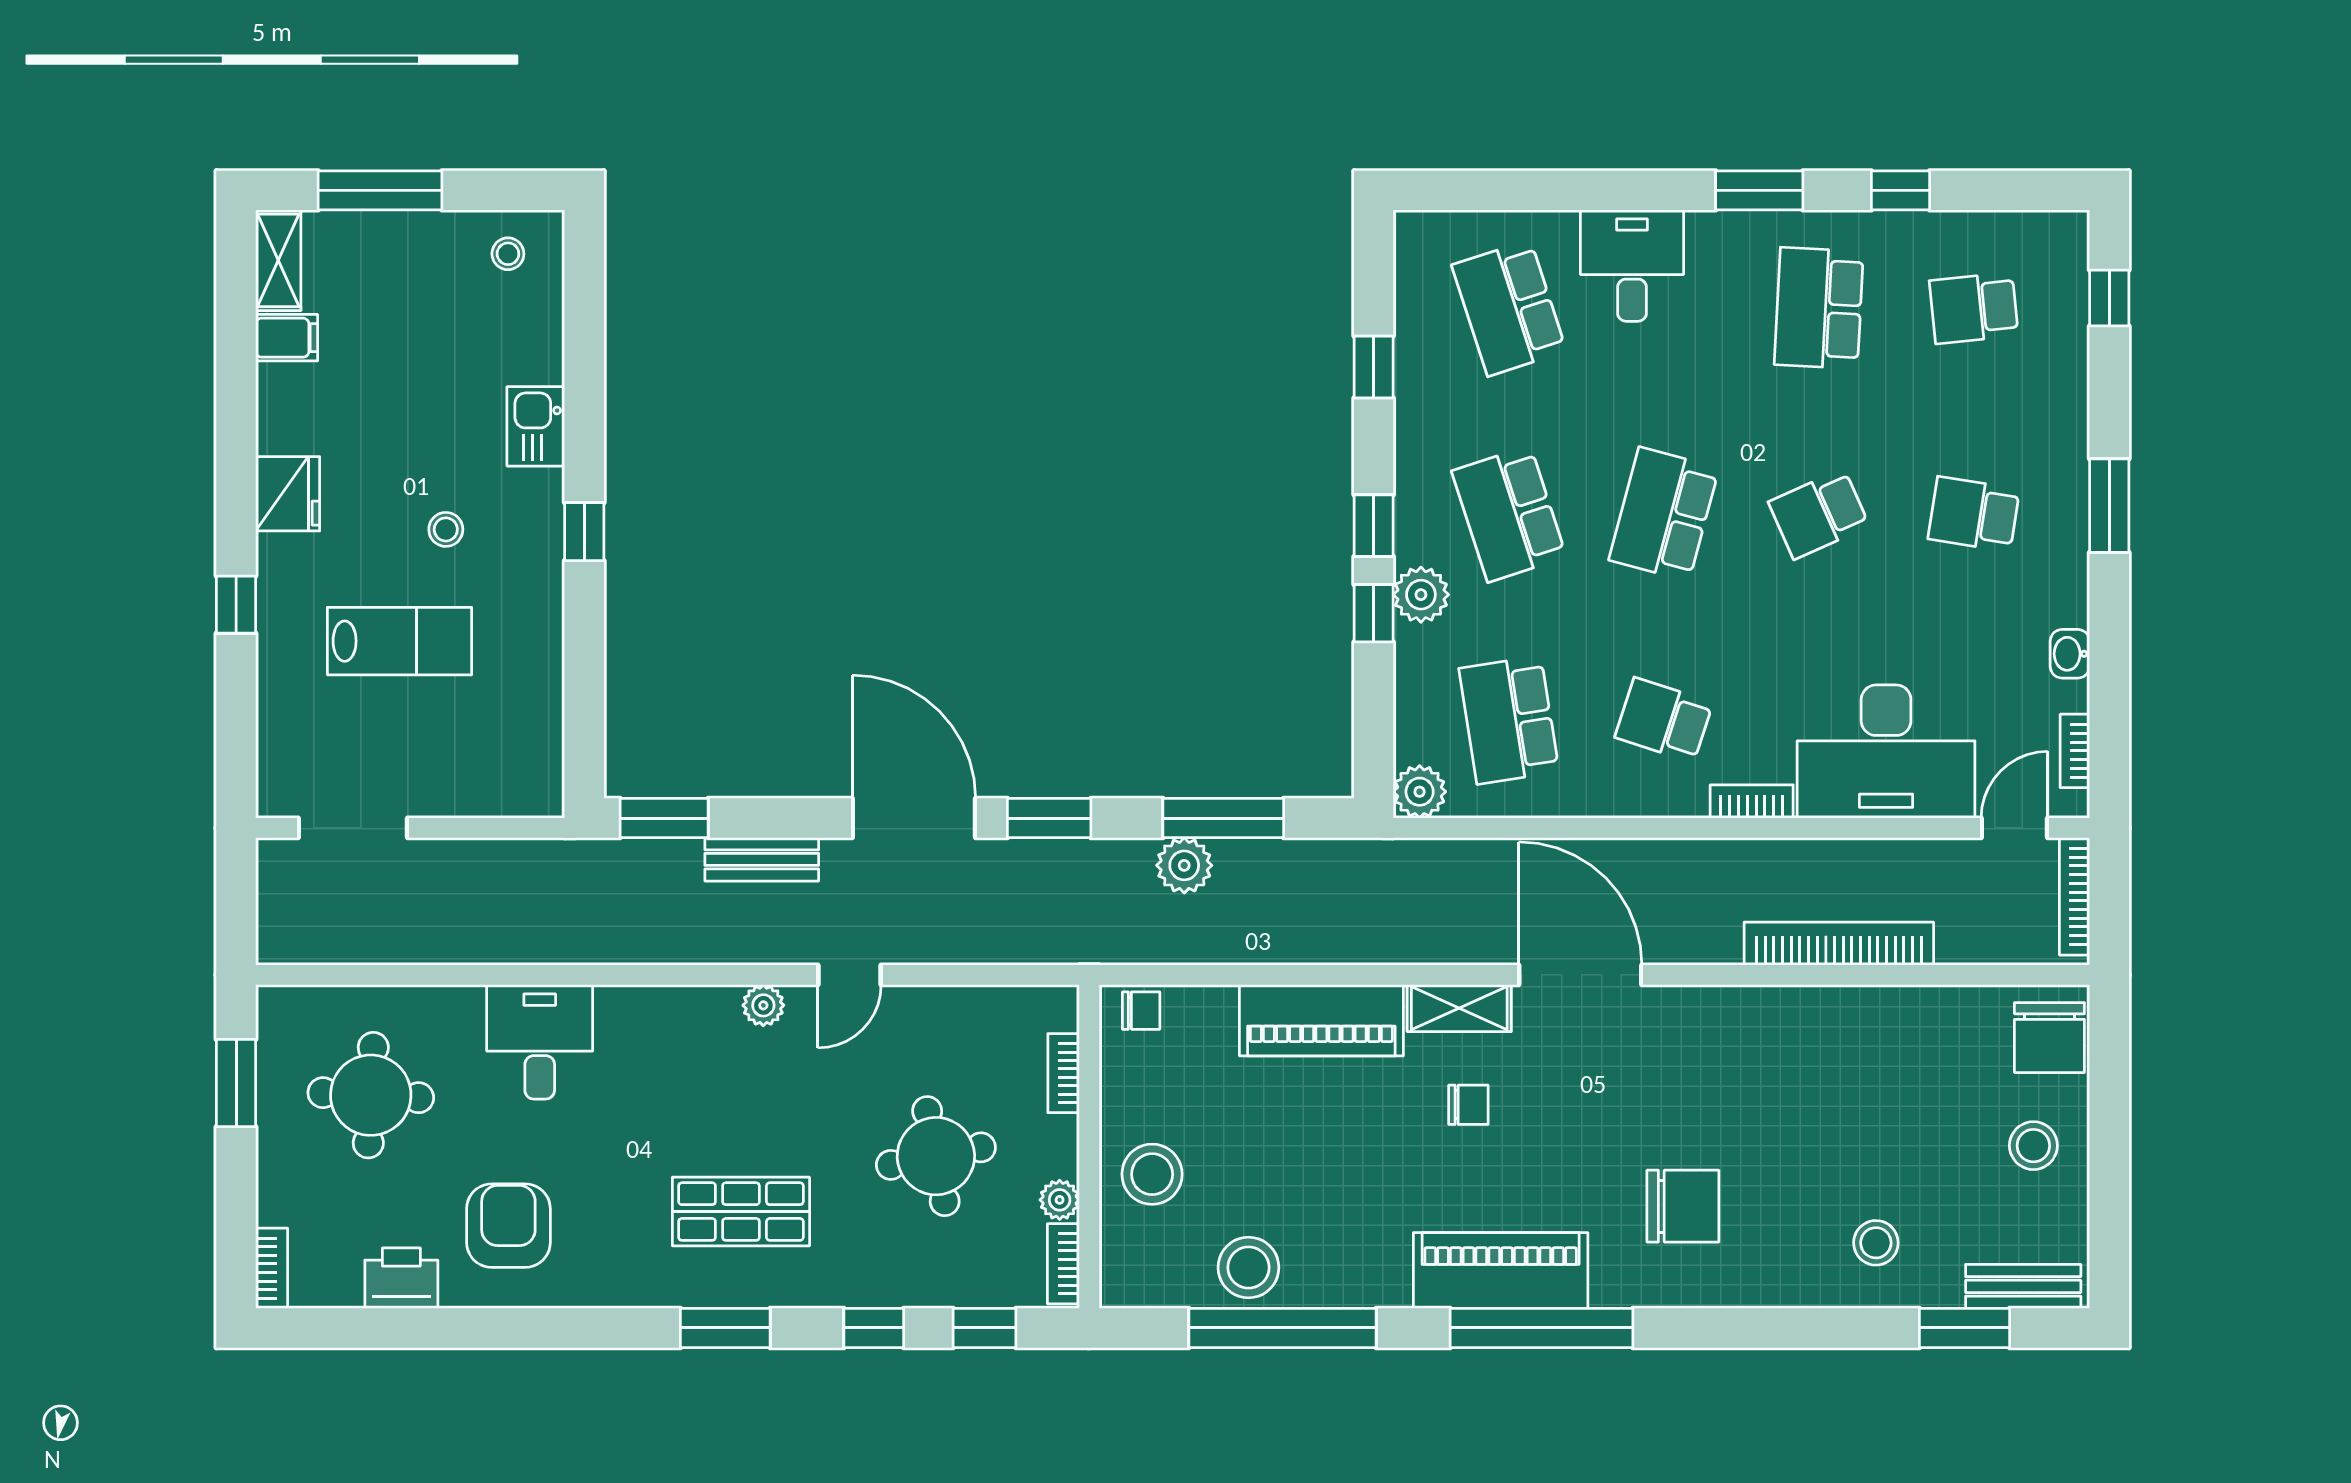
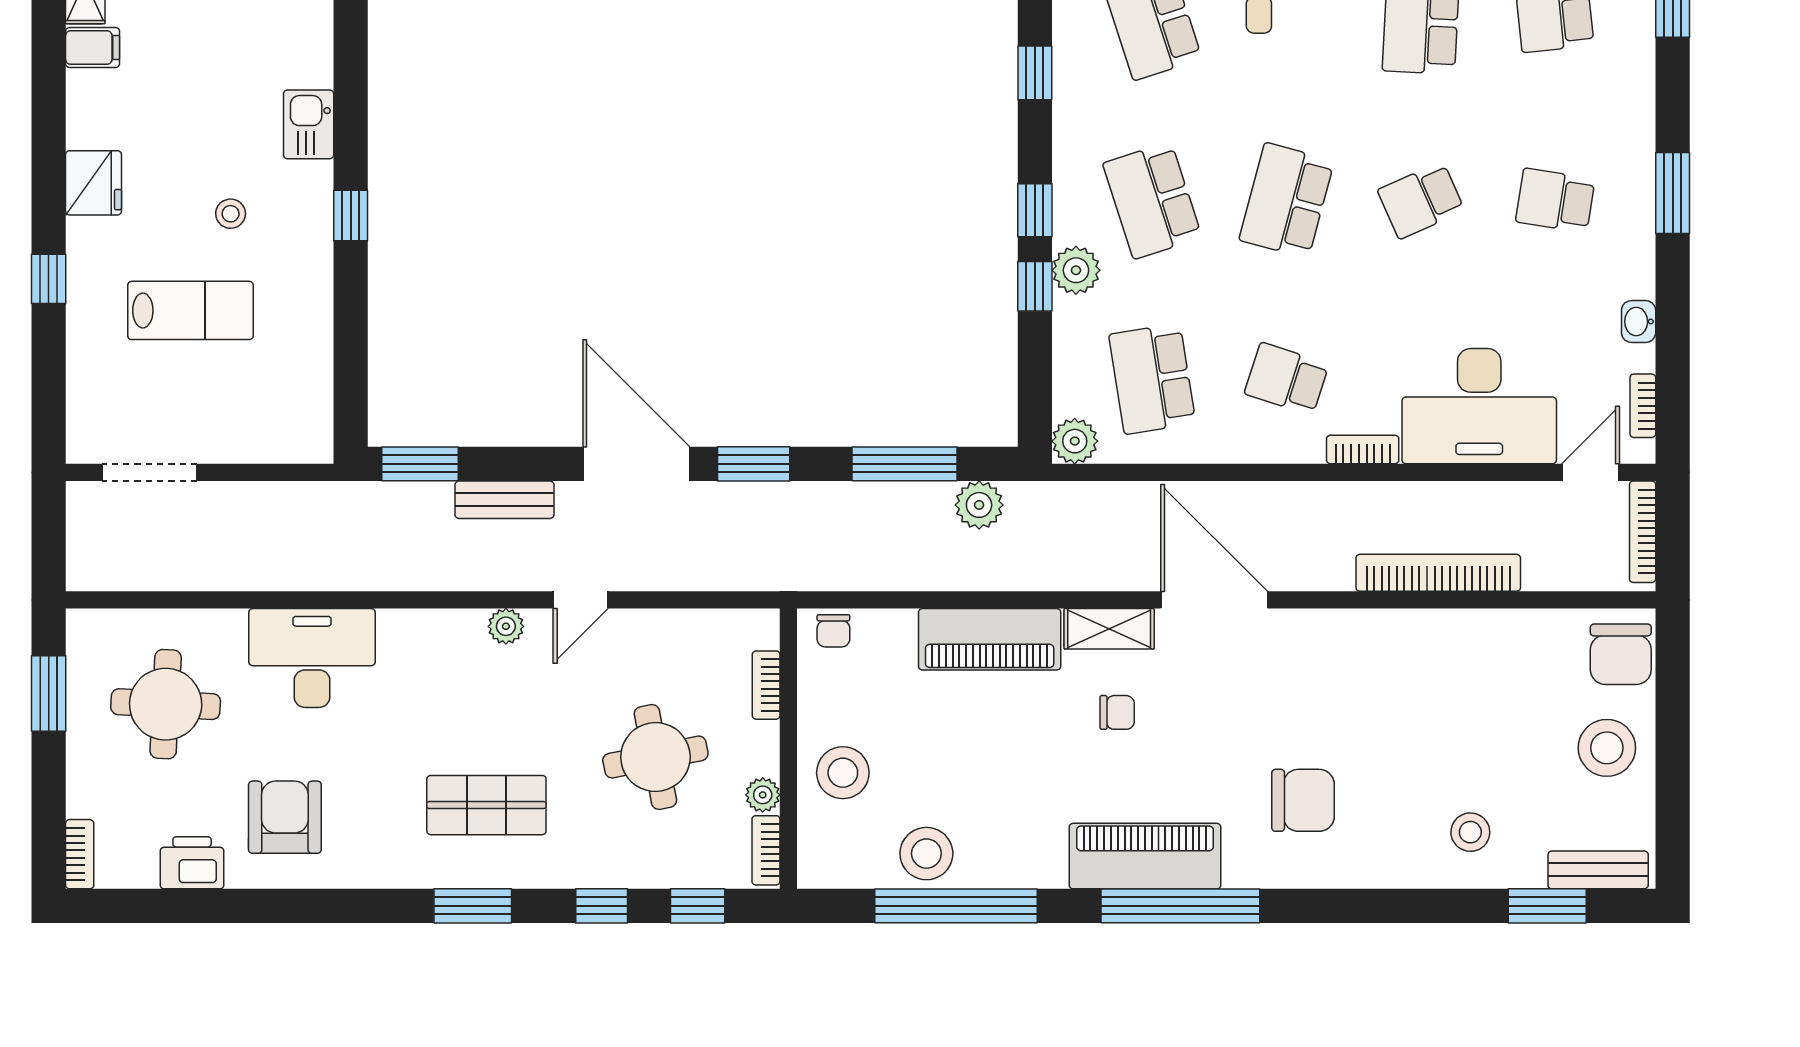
plant: (1184, 865) -> (979, 505), moved
chair: (1141, 1011) -> (833, 631), turned 90
desk: (540, 1042) -> (312, 658), width x1.37
stool: (2033, 1146) -> (1607, 748), width x1.38, depth x1.38

